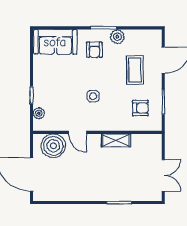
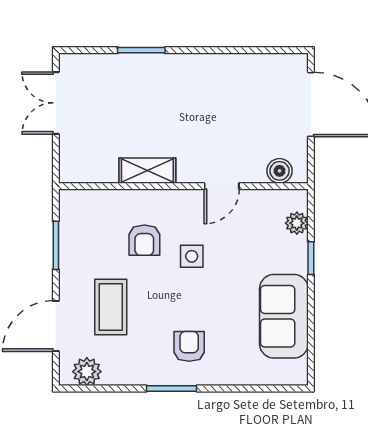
plant: (117, 37) -> (87, 372), moved
sofa: (55, 42) -> (284, 316), moved, turned -90
armchair: (140, 108) -> (144, 240), moved, turned -90
door: (78, 132) -> (222, 186), swing flipped
boiler: (53, 146) -> (280, 171), width x0.54, depth x0.54

